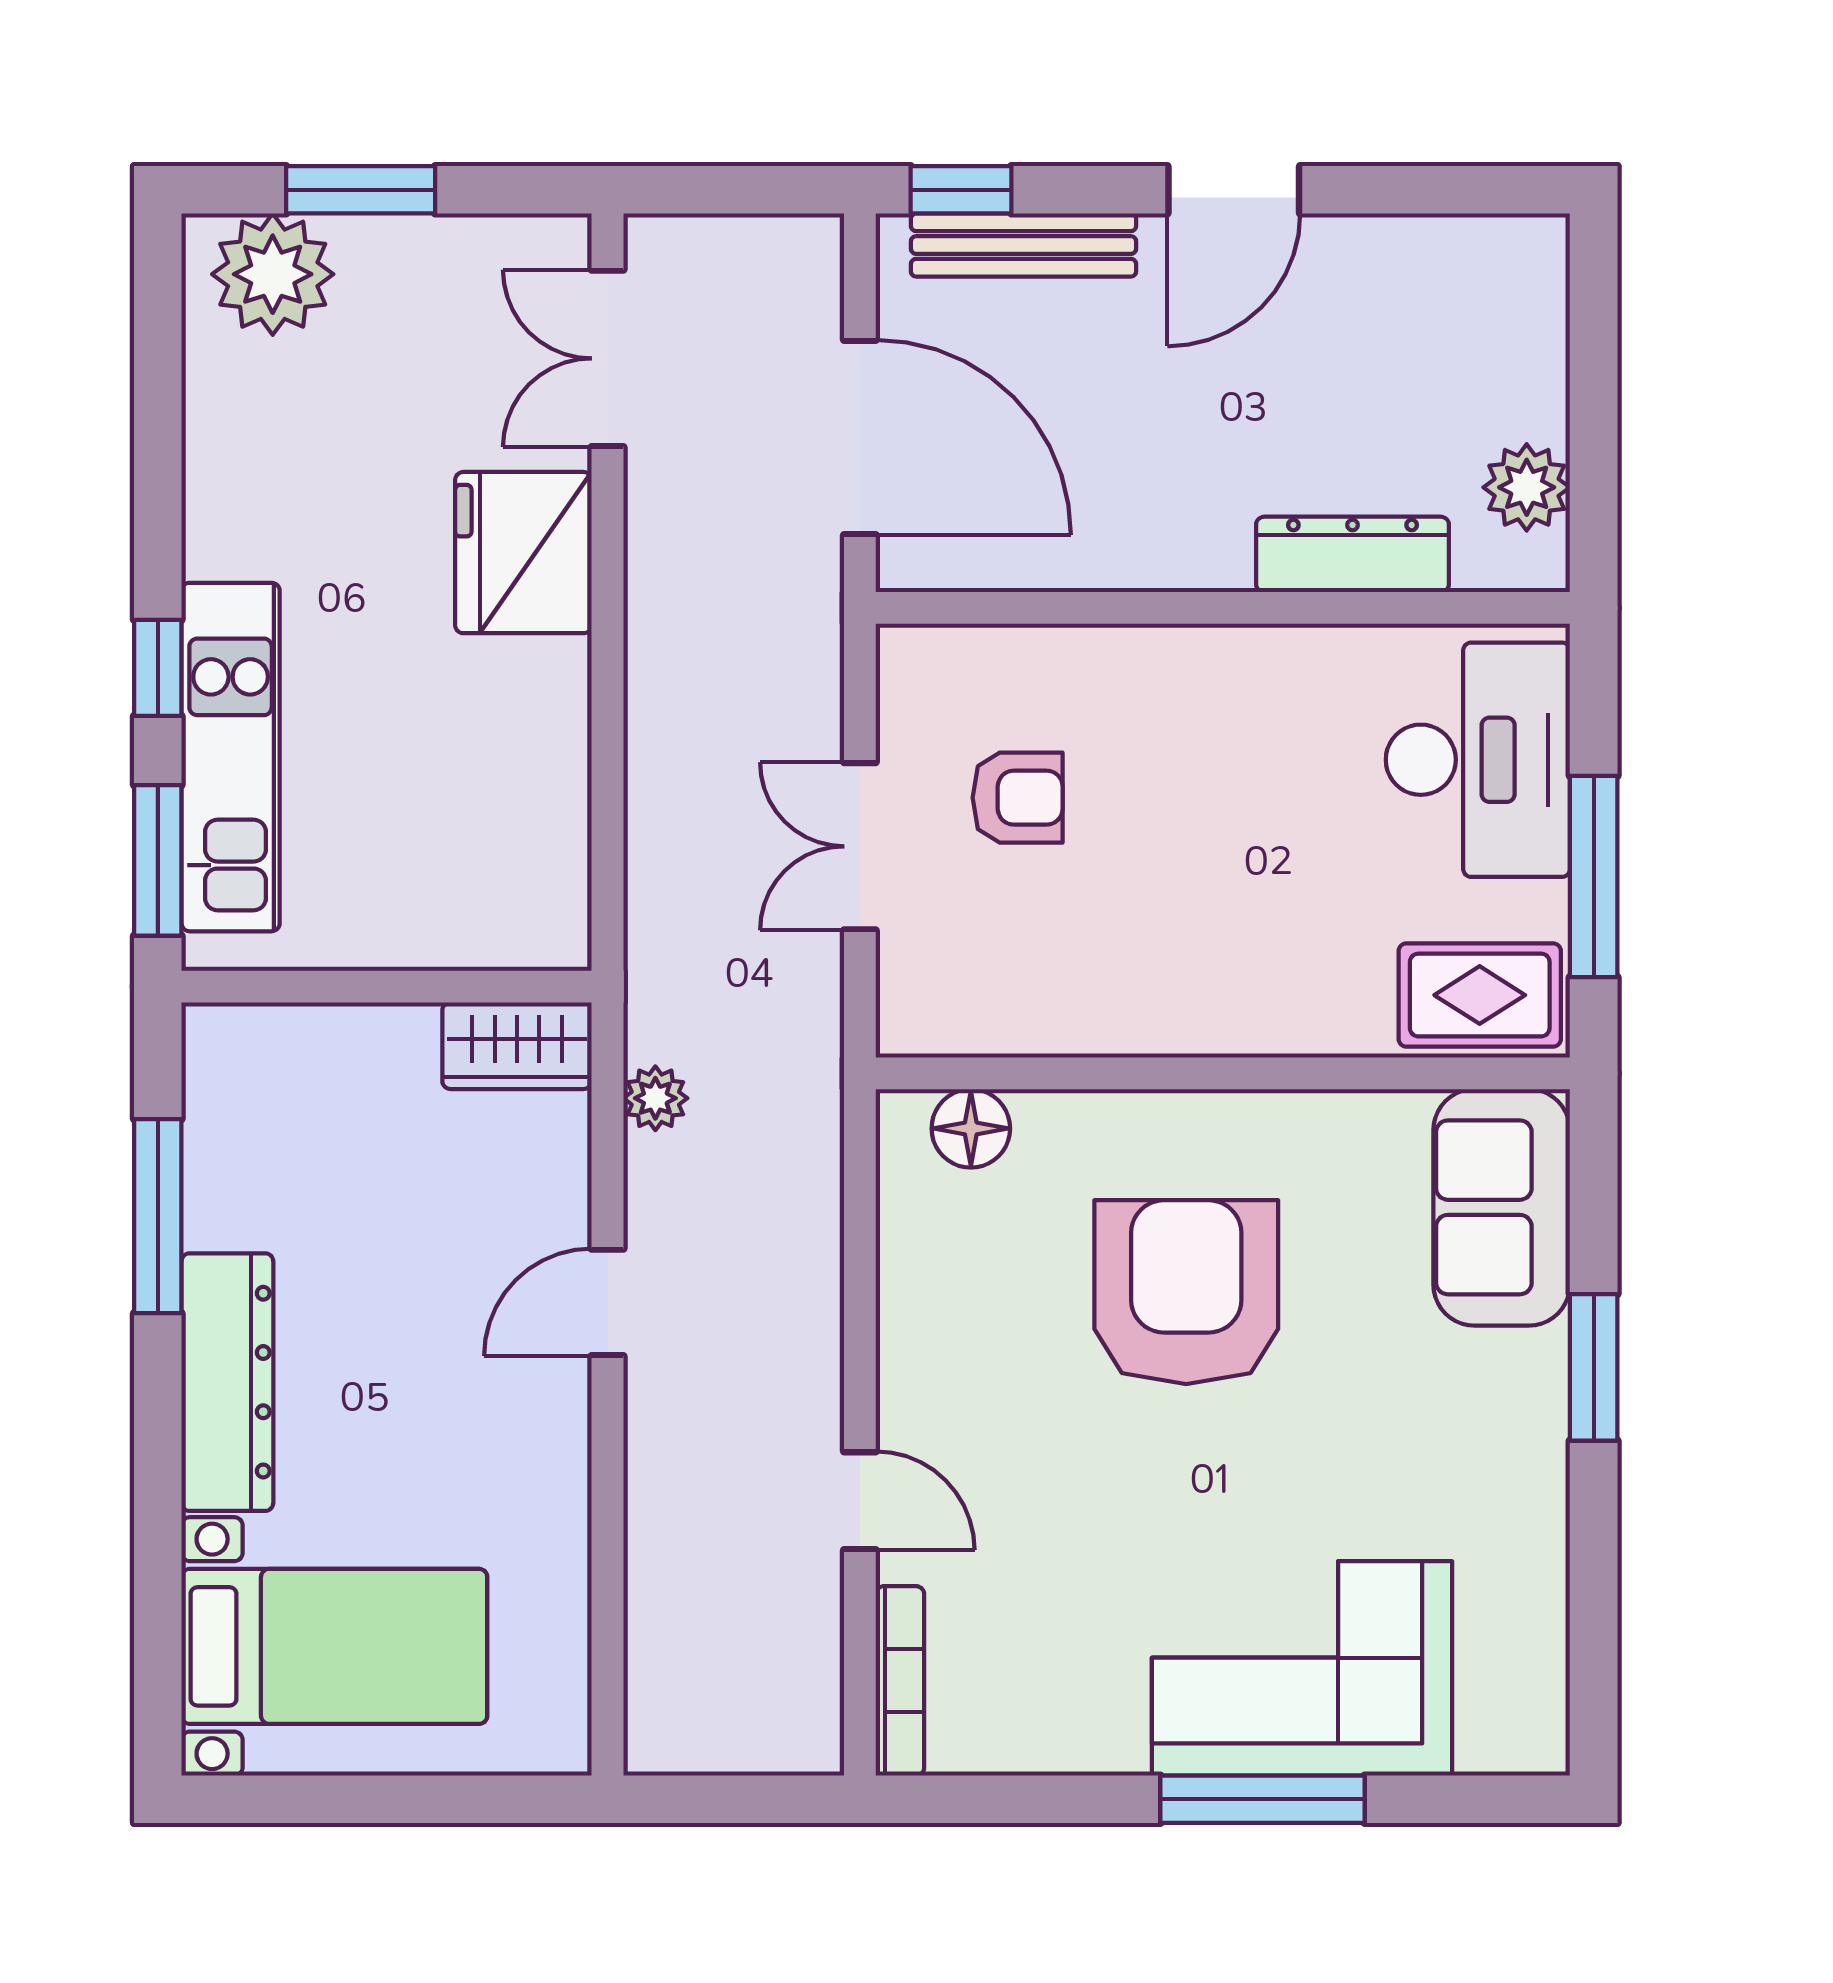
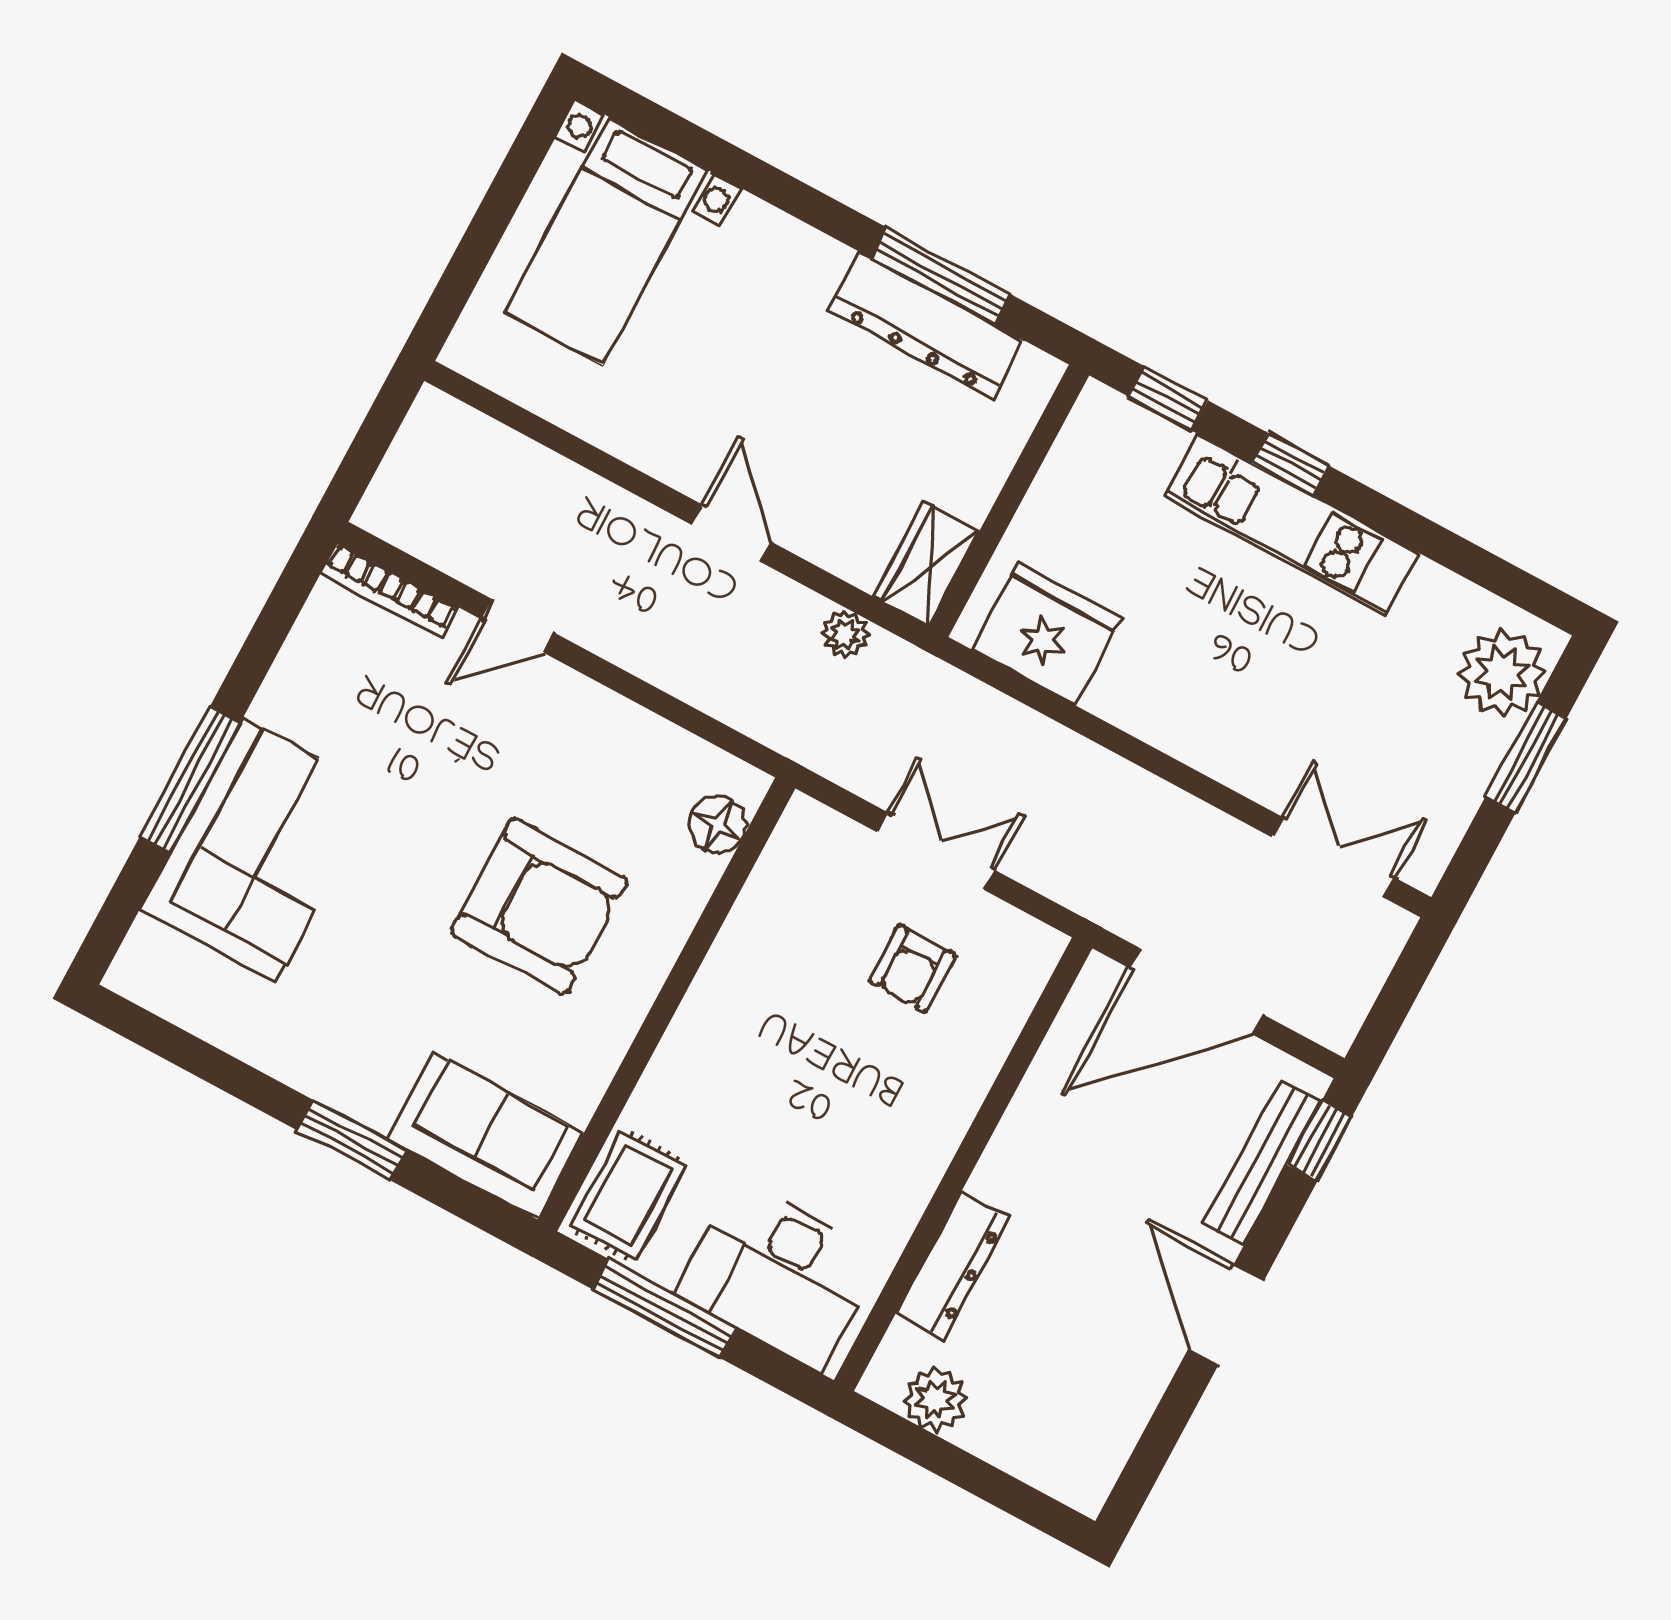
fridge: (523, 553) -> (1046, 634), moved
kitchen unit: (231, 757) -> (1291, 525), moved
window: (158, 860) -> (1168, 398), width x0.67
dresser: (227, 1382) -> (926, 325), moved

